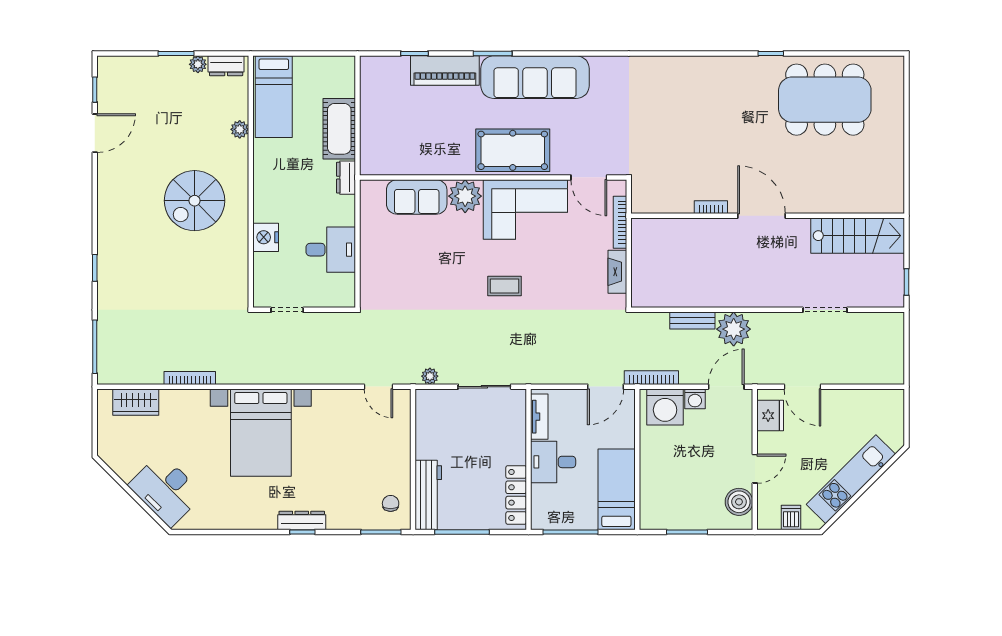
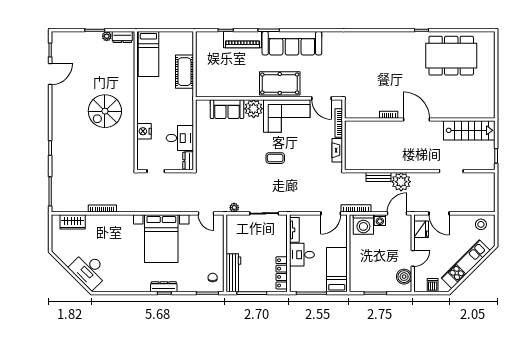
plant: (240, 129) -> (130, 72), removed
dresser: (346, 178) -> (188, 161), moved
stool: (879, 407) -> (481, 224), added
bed with nightstands: (261, 433) -> (161, 239), moved

